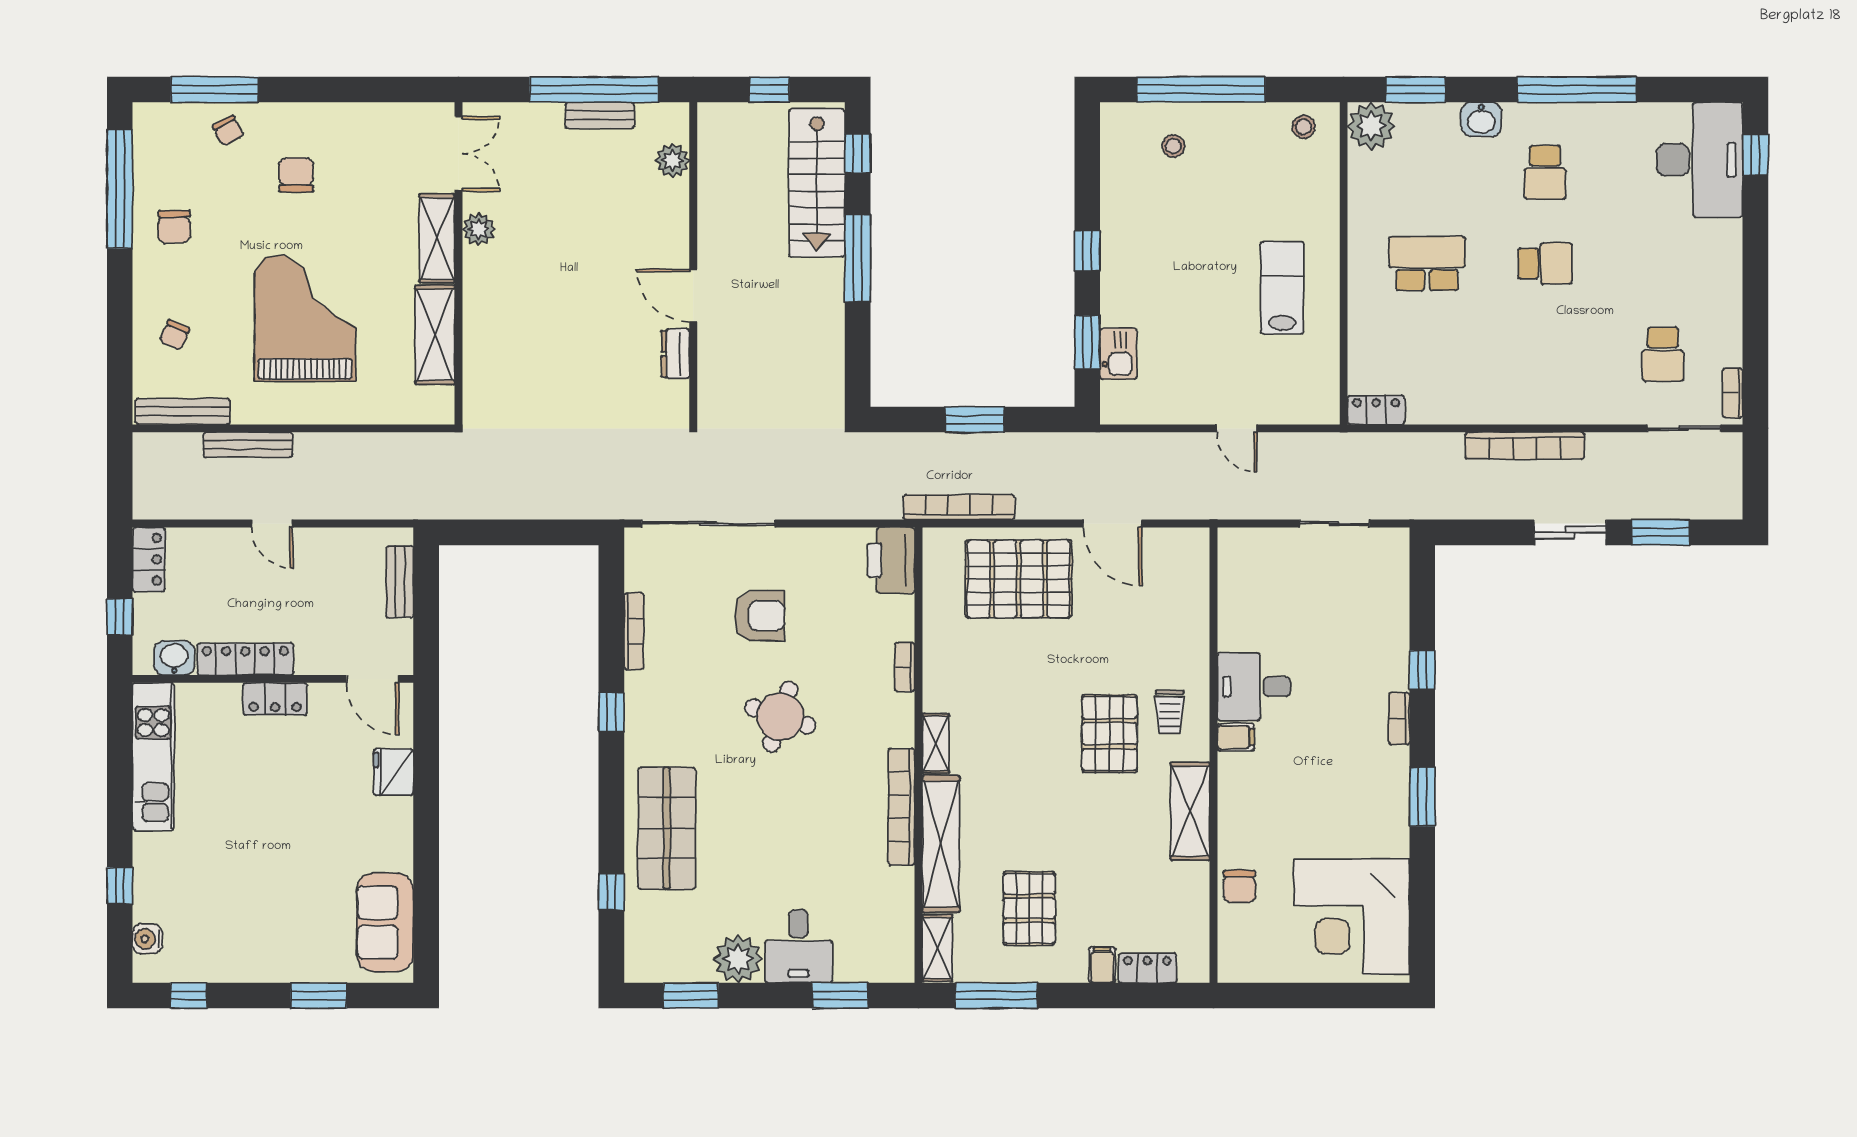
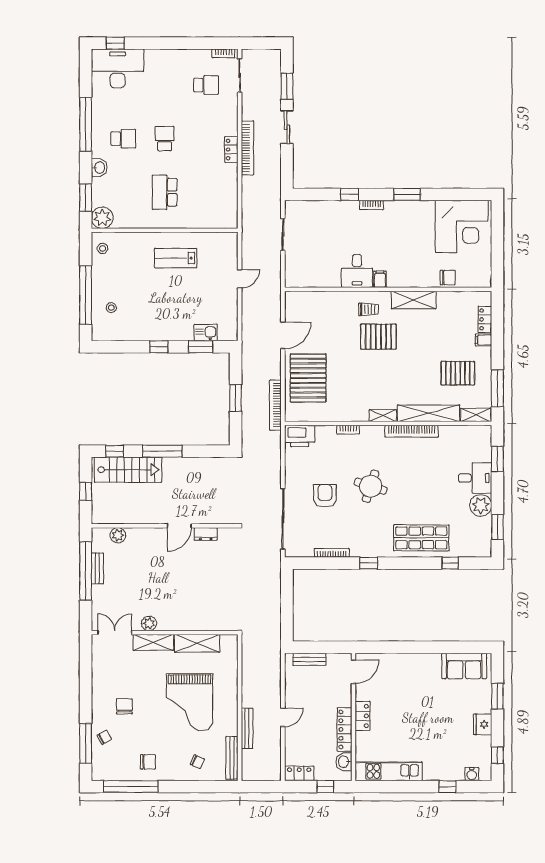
chair: (296, 175) -> (124, 706), turned 90
grand piano: (305, 318) -> (190, 702), turned -90
locker: (1376, 410) -> (231, 150), moved
fridge: (394, 772) -> (483, 724), moved, turned 90

